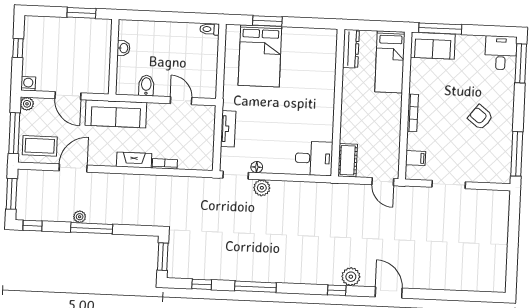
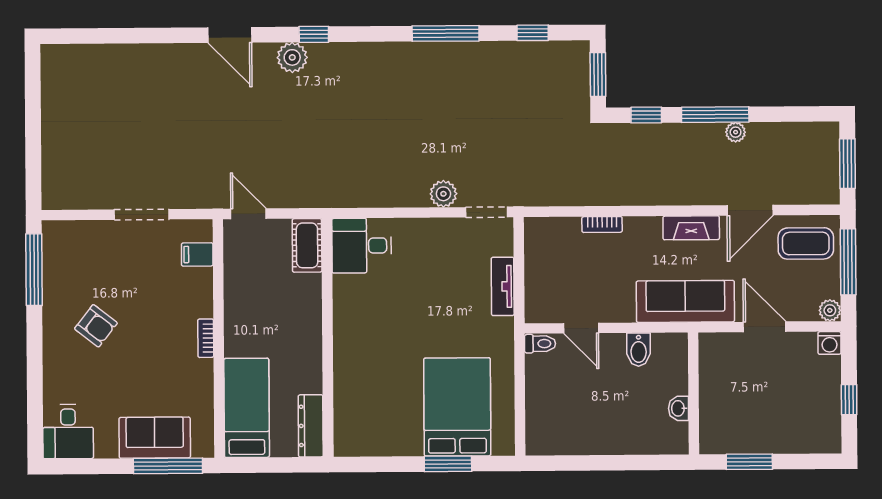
toilet: (210, 29) -> (540, 344), moved
sofa: (433, 46) -> (155, 438), moved
window: (521, 63) -> (35, 416), removed
bookcase: (413, 113) -> (206, 338), width x0.64
fireplace: (134, 160) -> (691, 228), moved
floor lamp: (257, 167) -> (453, 227), removed
window: (33, 226) -> (646, 115), moved

